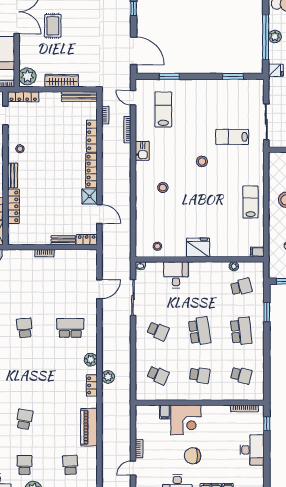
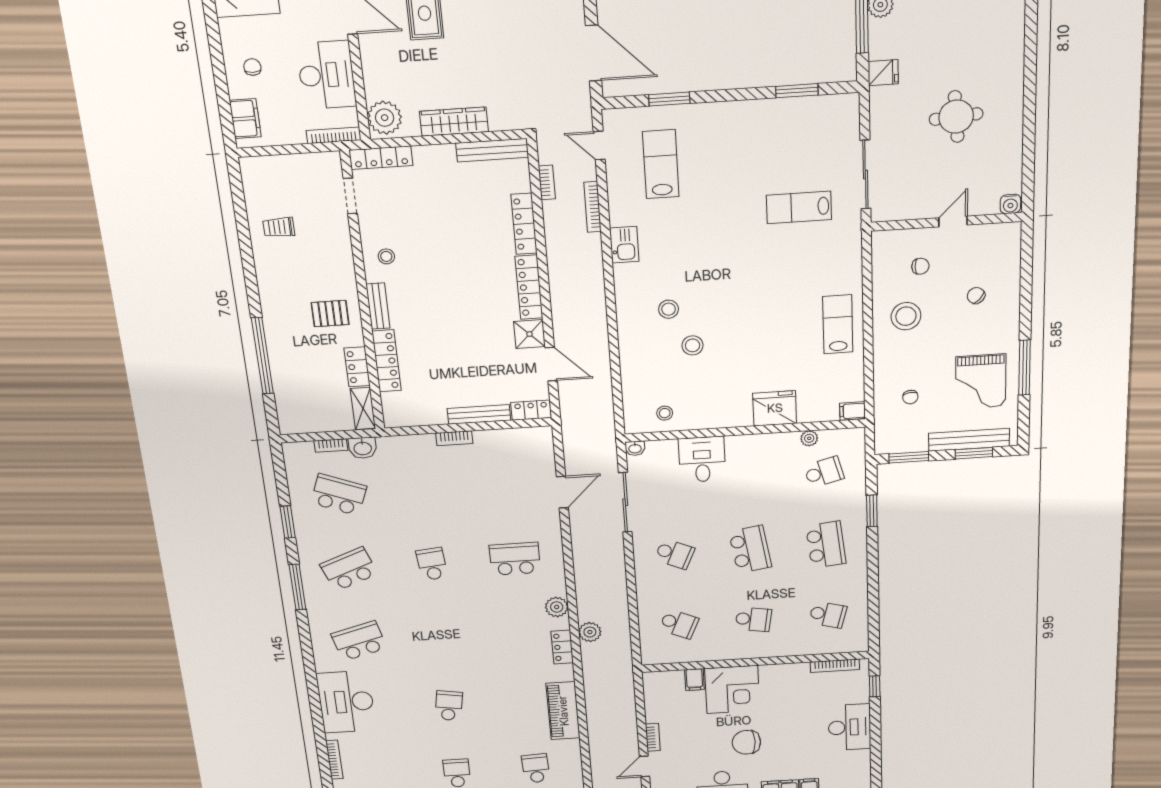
stool: (202, 162) -> (693, 345), moved
bench: (63, 240) -> (479, 414), width x1.36
fridge: (198, 248) -> (775, 408), moved

